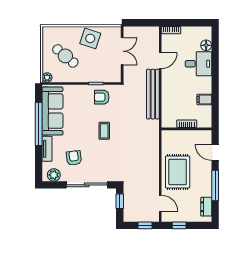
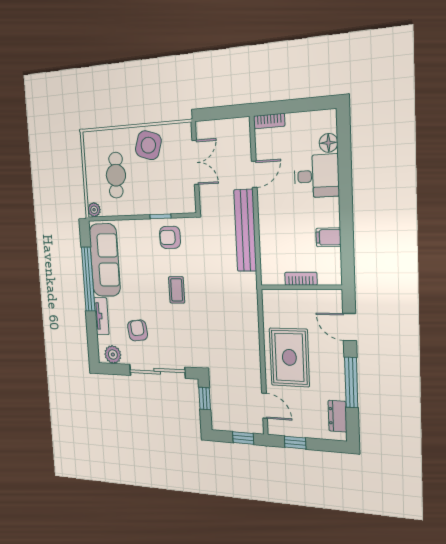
cafe table: (65, 56) -> (116, 175), turned 53

